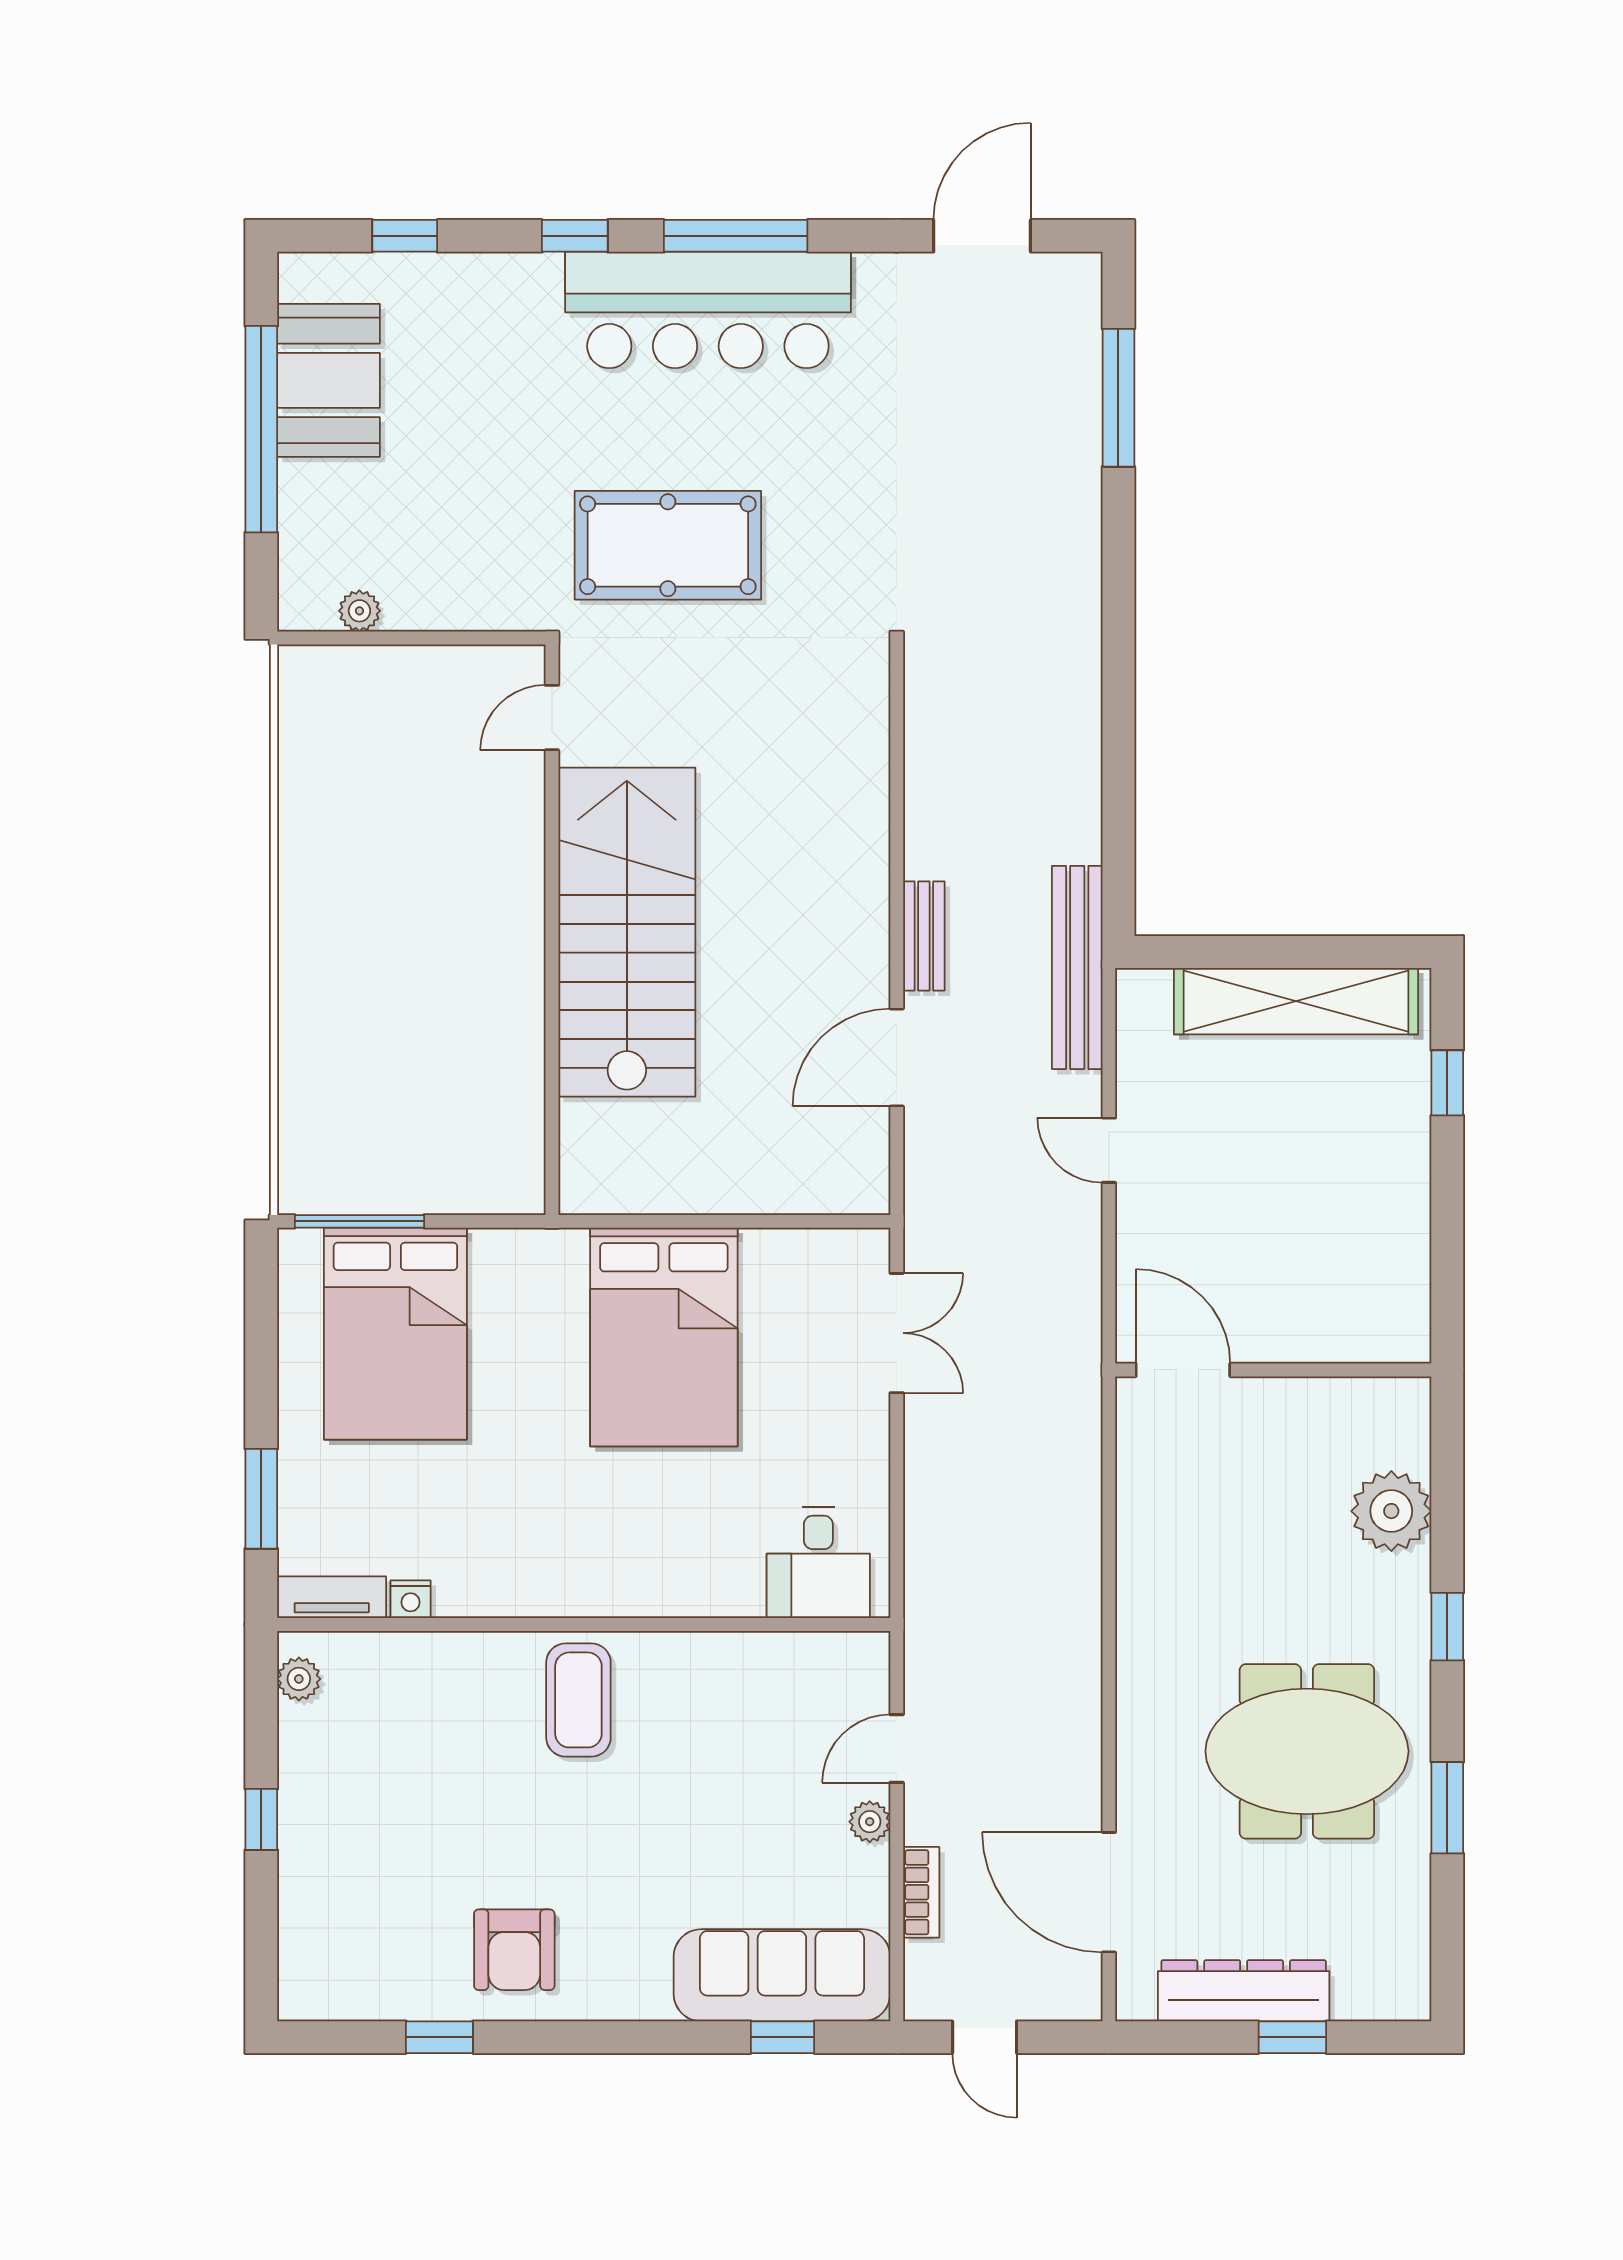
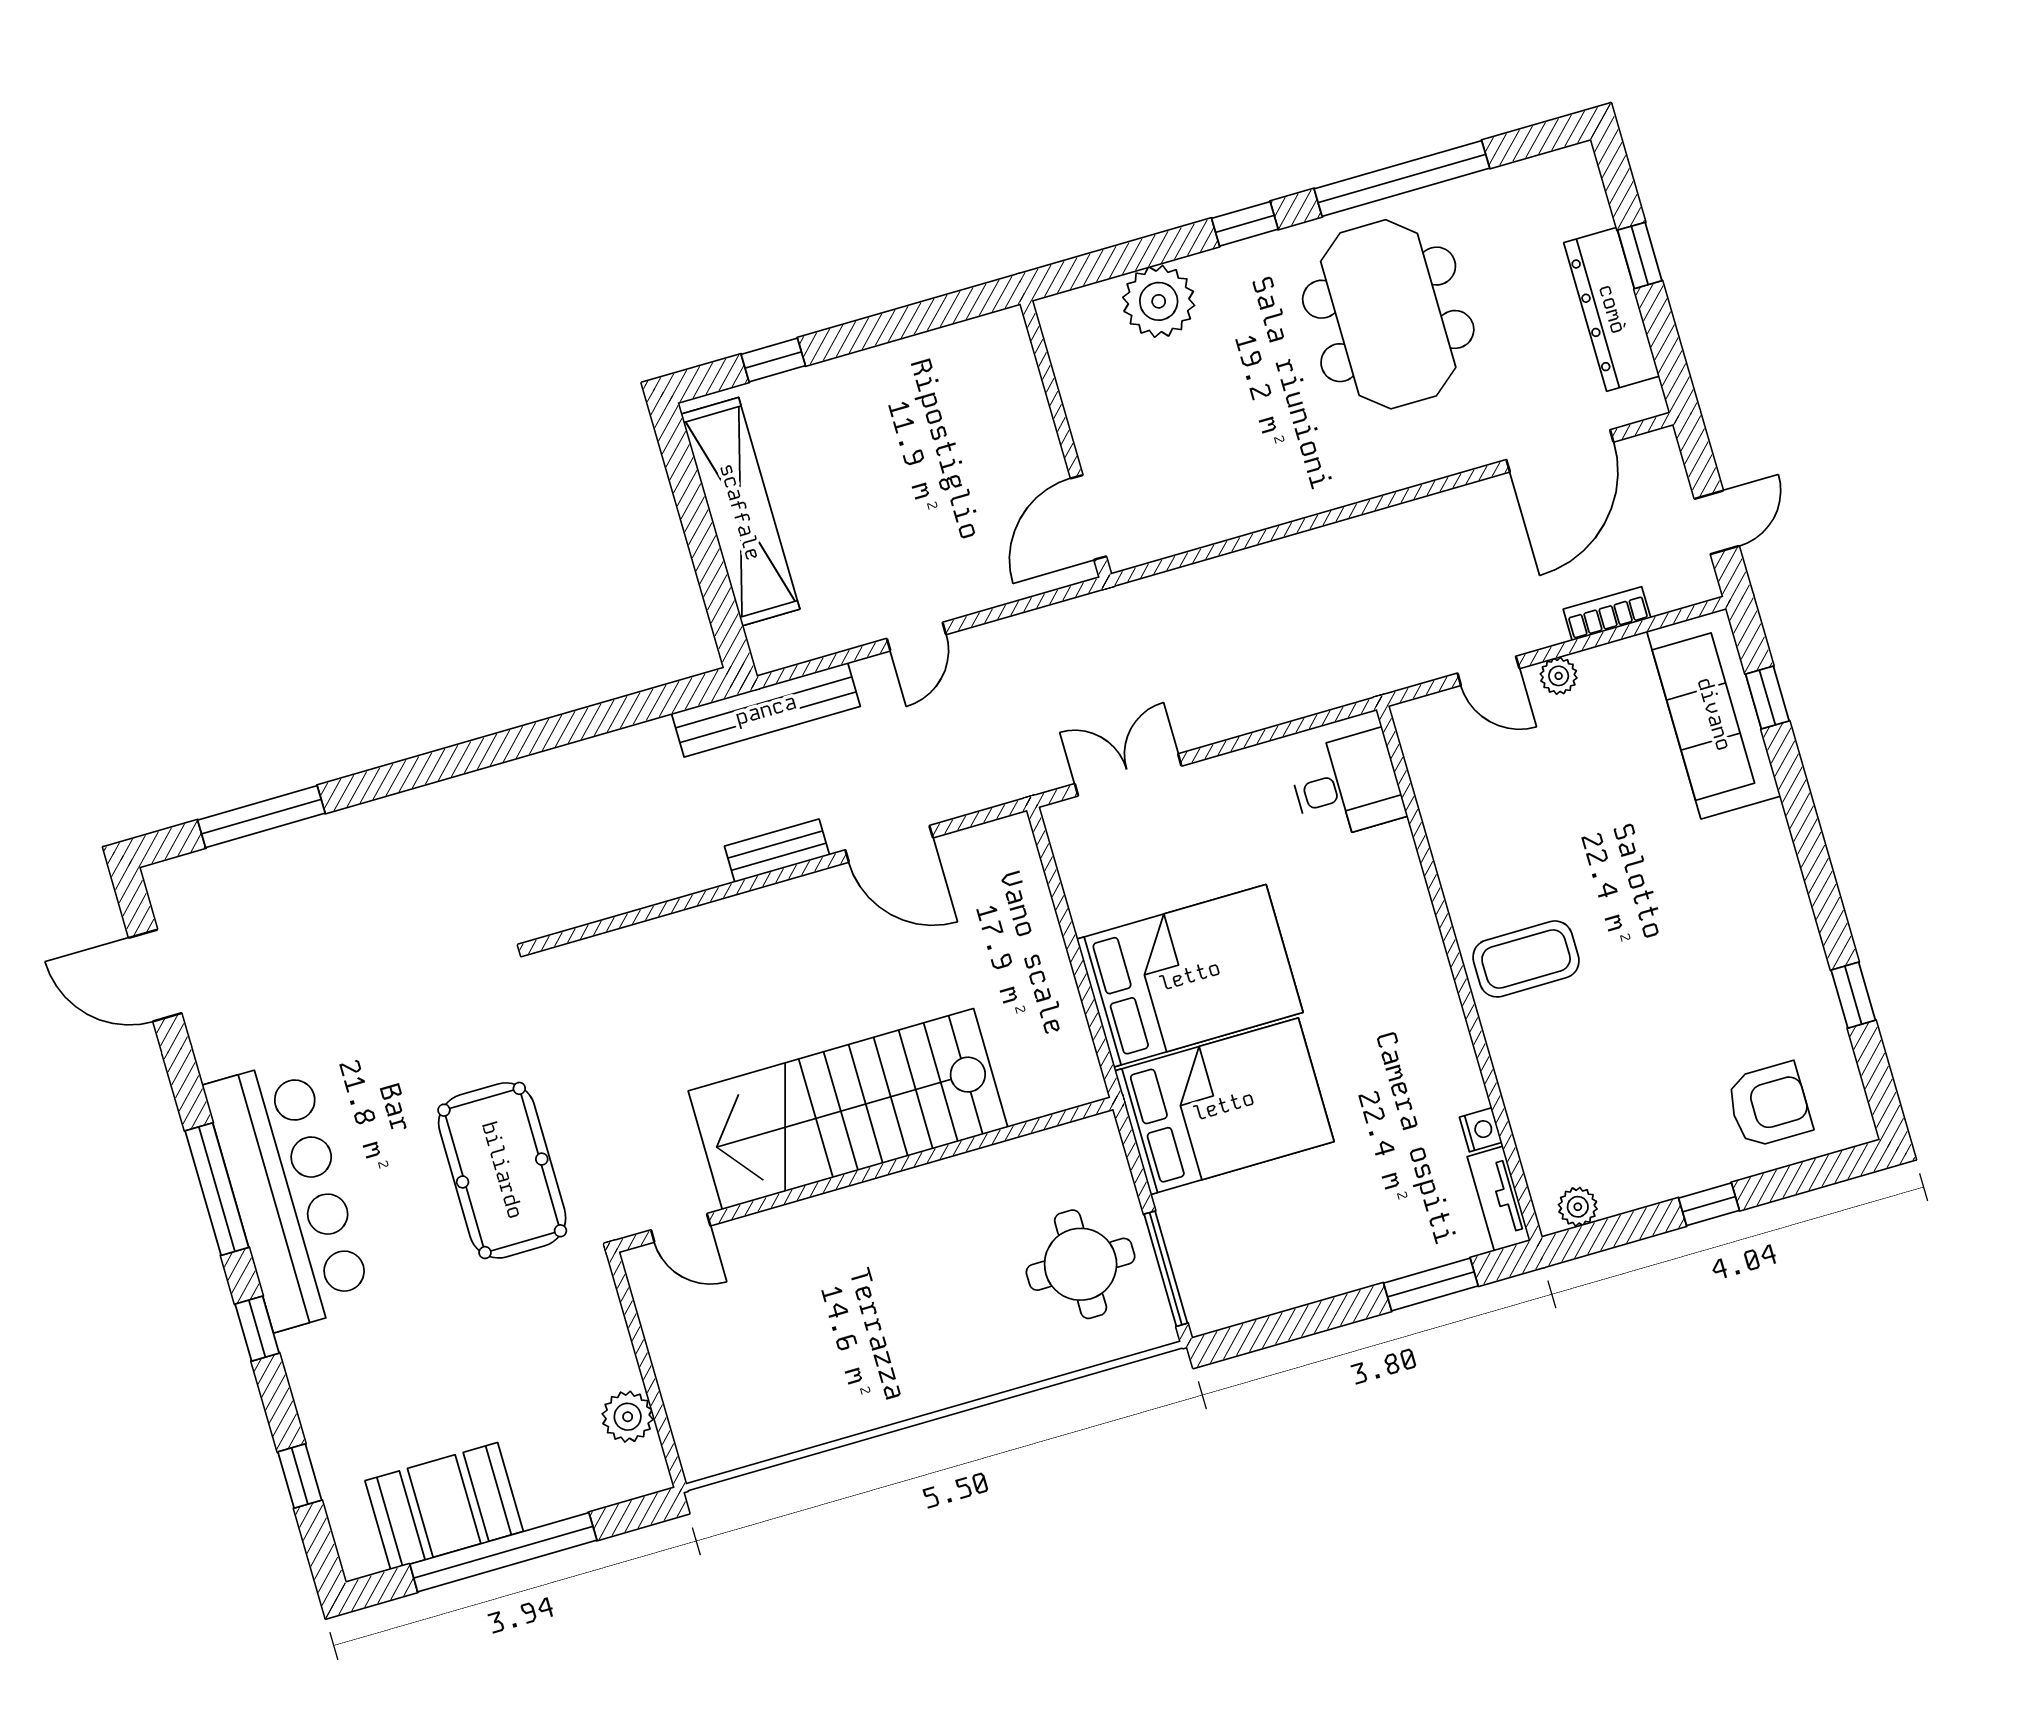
plant: (359, 611) -> (628, 1417), width x1.38, depth x1.38
round table: (390, 1132) -> (1081, 1264), added
bed: (395, 1334) -> (1224, 1106), moved
window: (1447, 1808) -> (1402, 178), width x2.11
armchair: (514, 1950) -> (1769, 1105), moved

